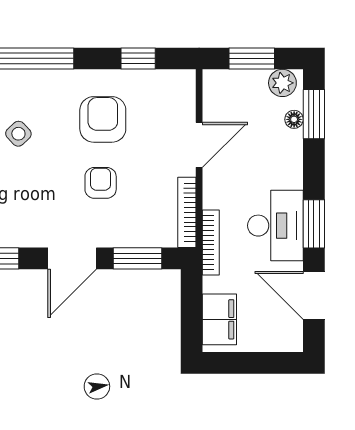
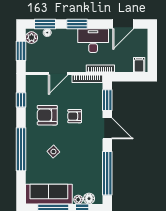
door: (199, 145) -> (58, 74), swing flipped
window: (314, 224) -> (77, 24), moved
filing cabinet: (219, 319) -> (139, 65), width x0.50

